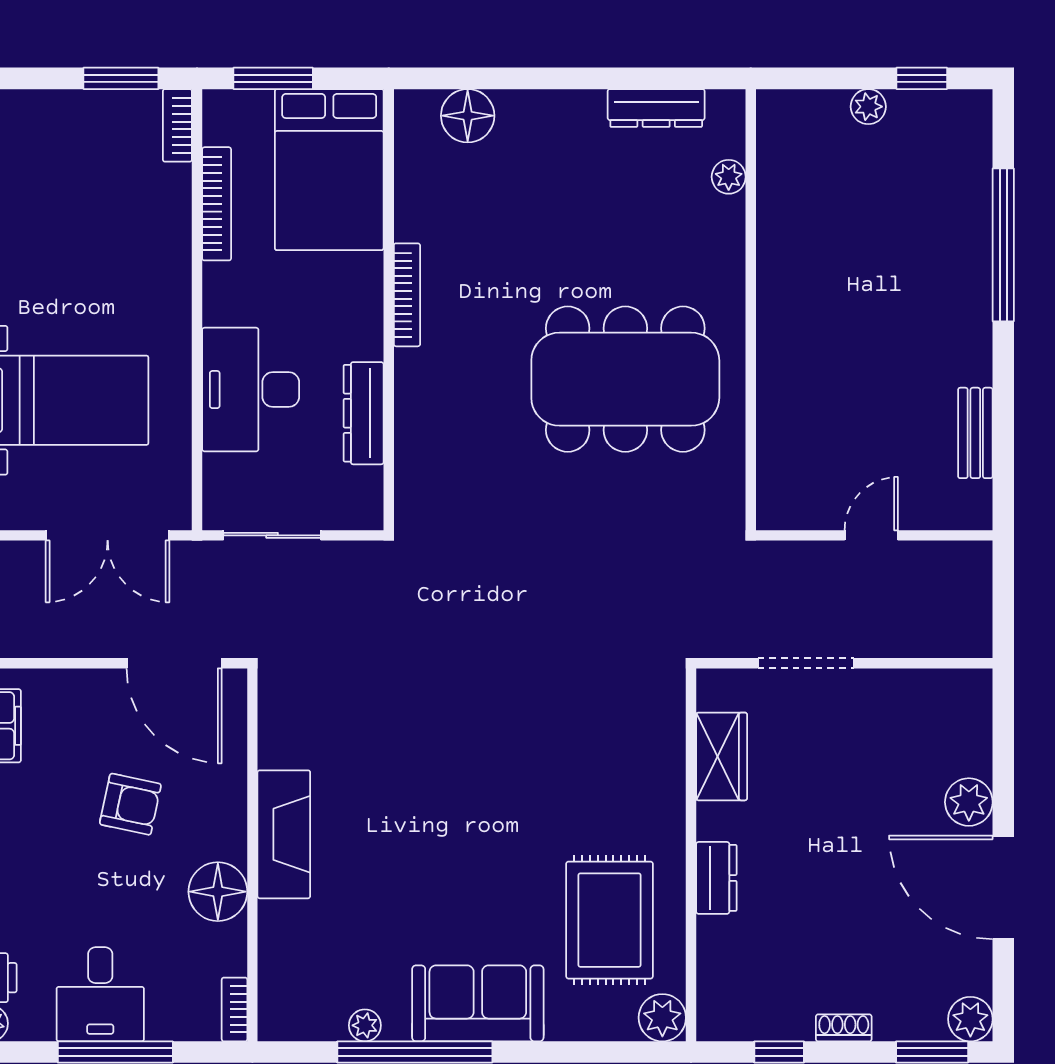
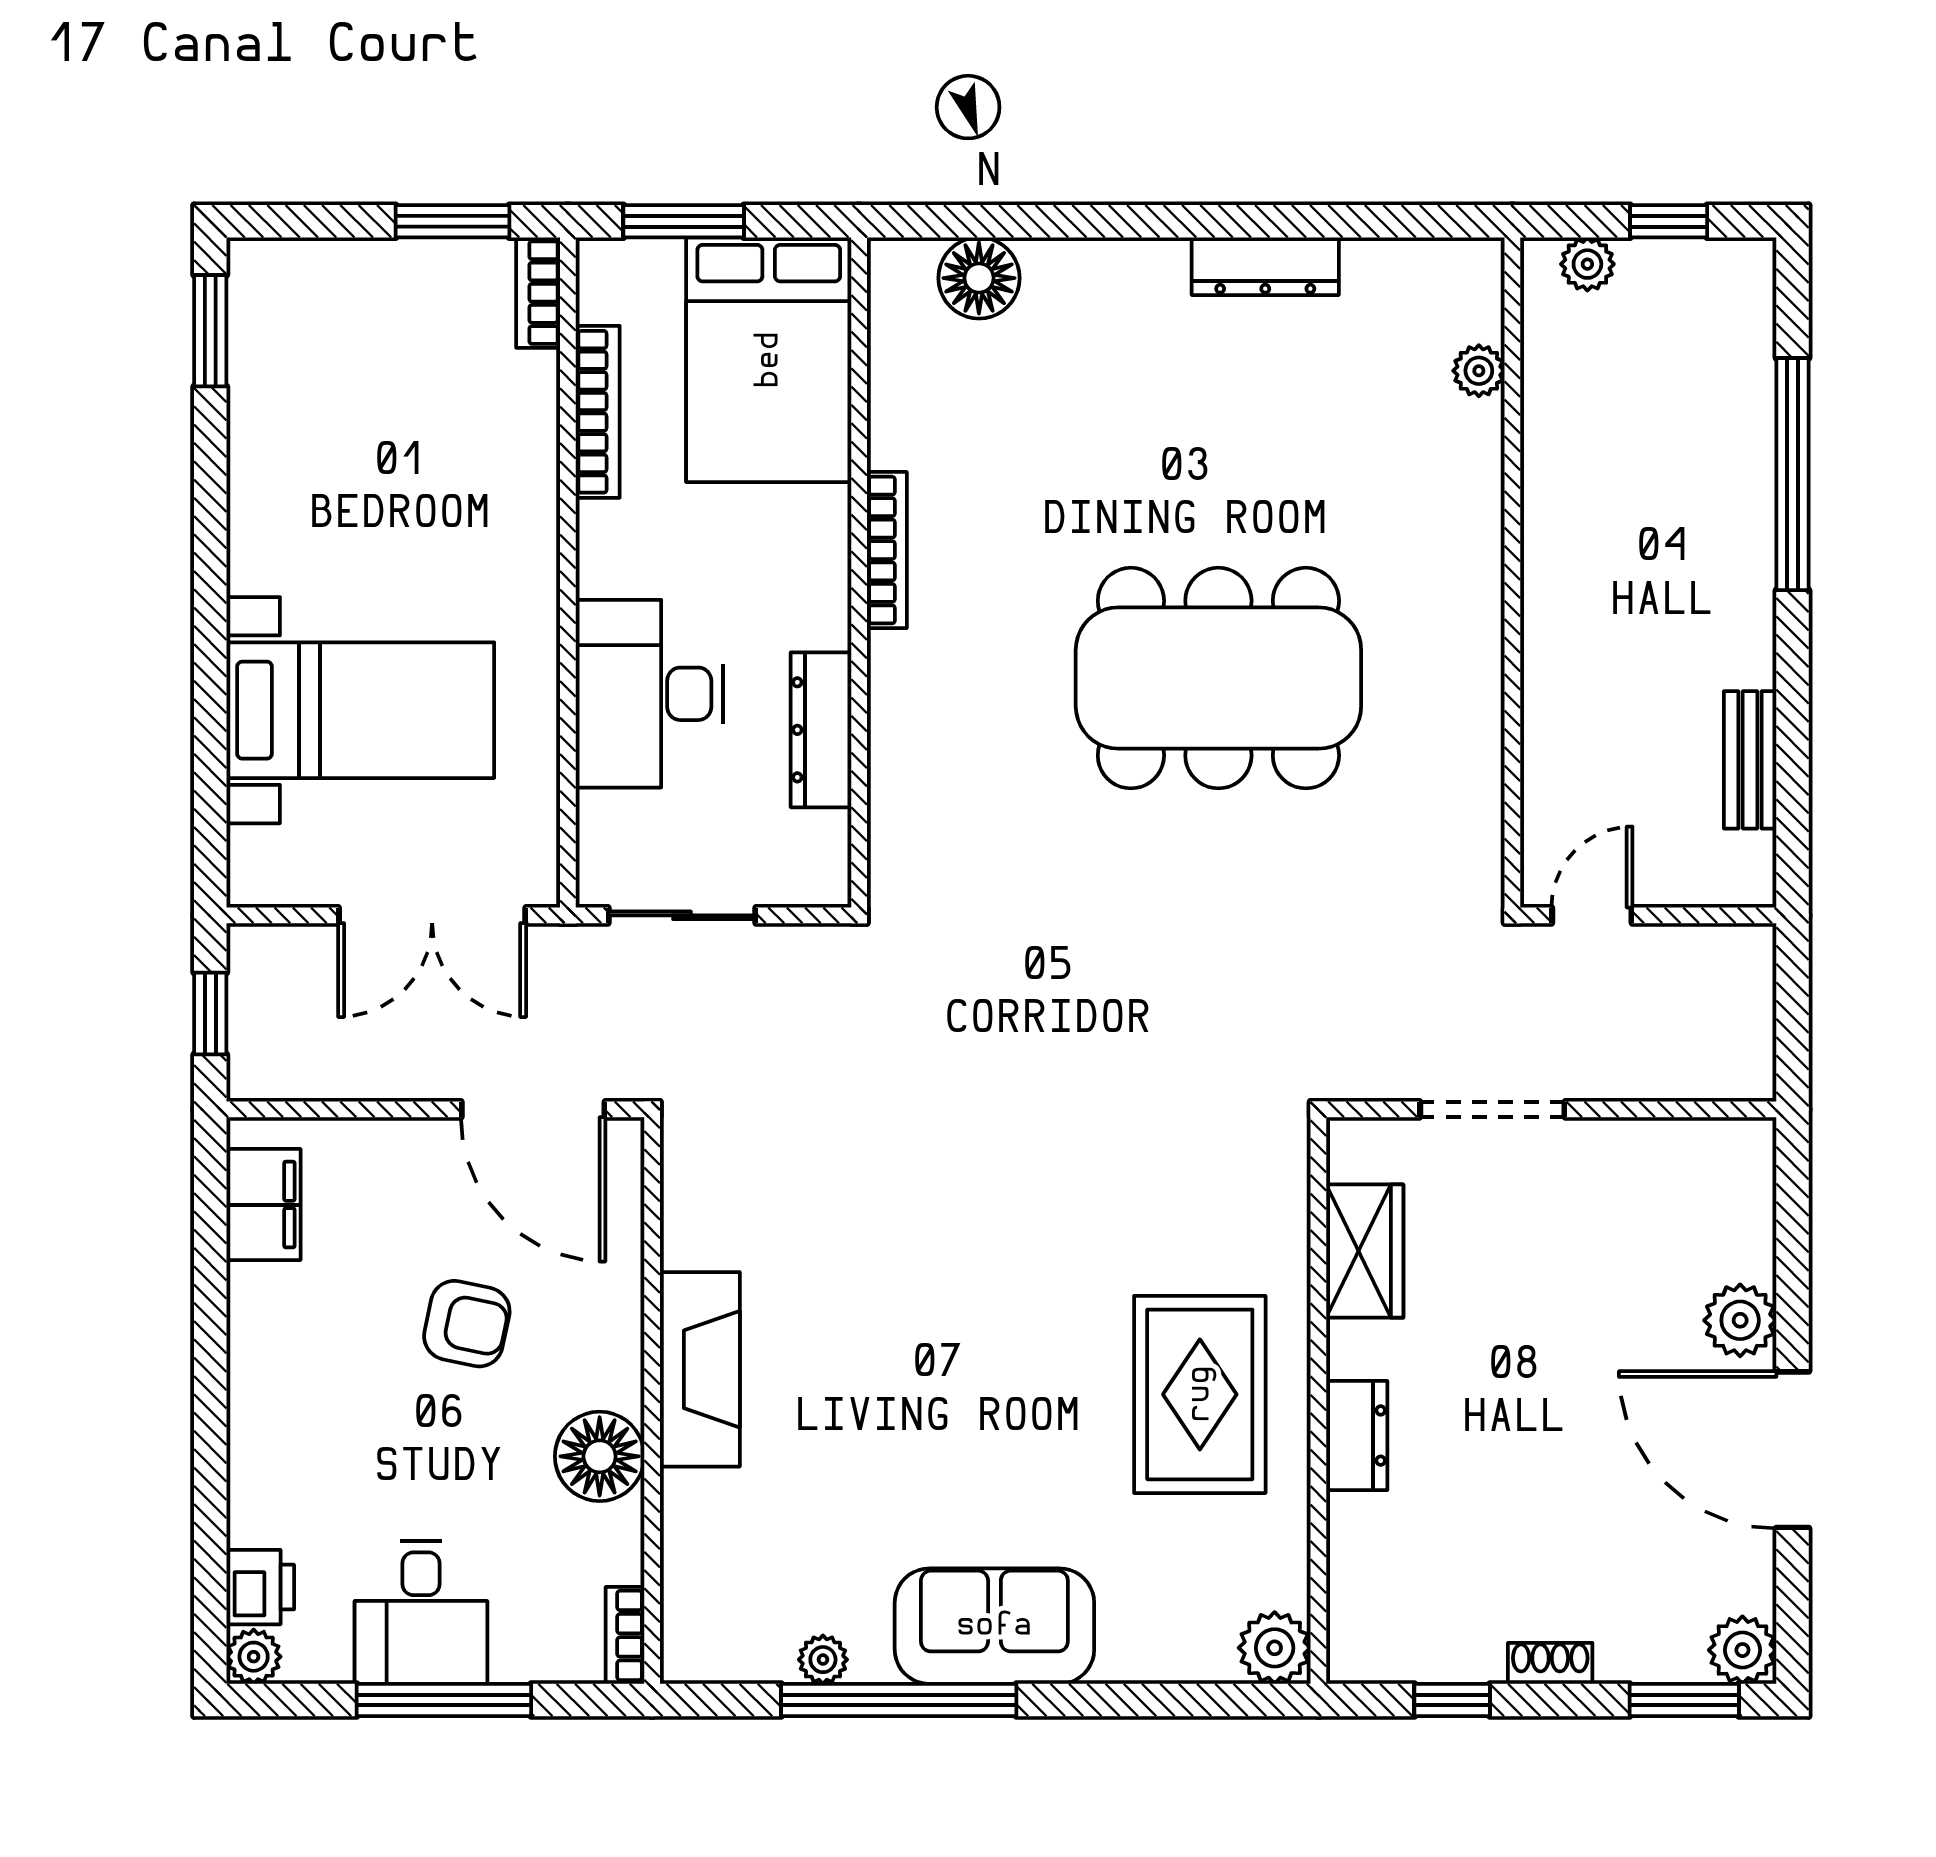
plant: (729, 177) -> (1479, 371), moved
wall: (751, 310) -> (1512, 573), moved
rug: (609, 920) -> (1200, 1394), moved

